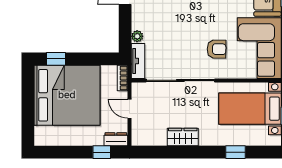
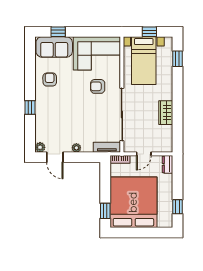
plant: (137, 36) -> (76, 148), moved
armchair: (217, 49) -> (98, 86), turned -91
window: (102, 152) -> (177, 207), moved
window: (235, 152) -> (177, 59), moved

